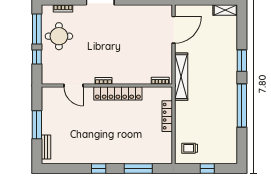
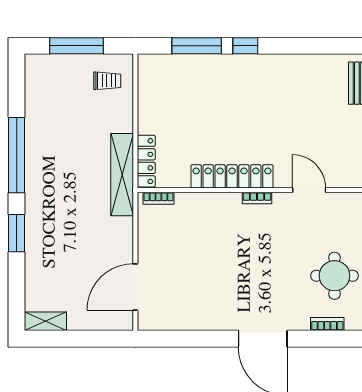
shelving: (181, 77) -> (122, 175), moved
locker: (167, 116) -> (146, 161), moved
window: (99, 169) -> (245, 46), moved
window: (207, 169) -> (77, 46), width x2.17

